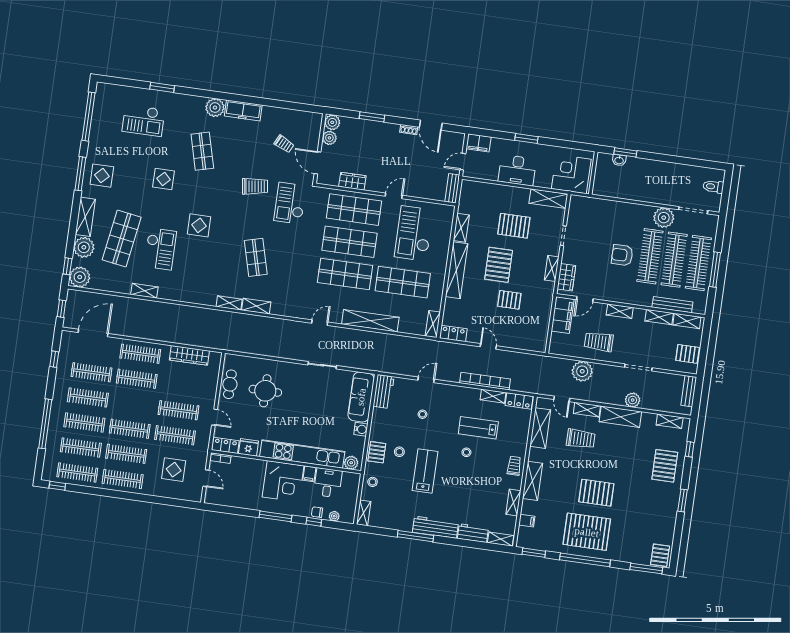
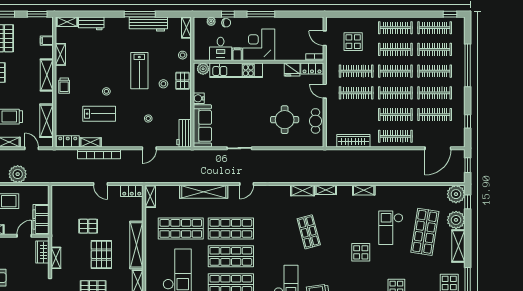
shelving: (144, 291) -> (364, 190), moved
clothes rail: (133, 404) -> (395, 93), added
kitchen unit: (302, 454) -> (236, 70), width x0.73
workbench: (435, 527) -> (148, 24), moved

